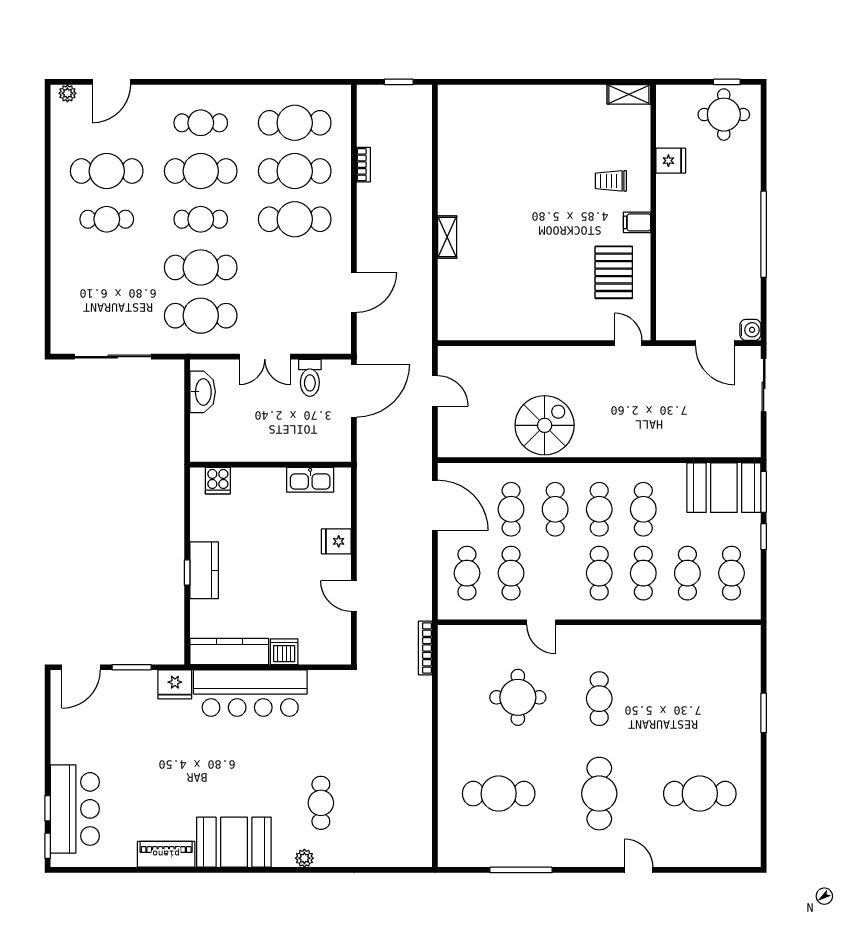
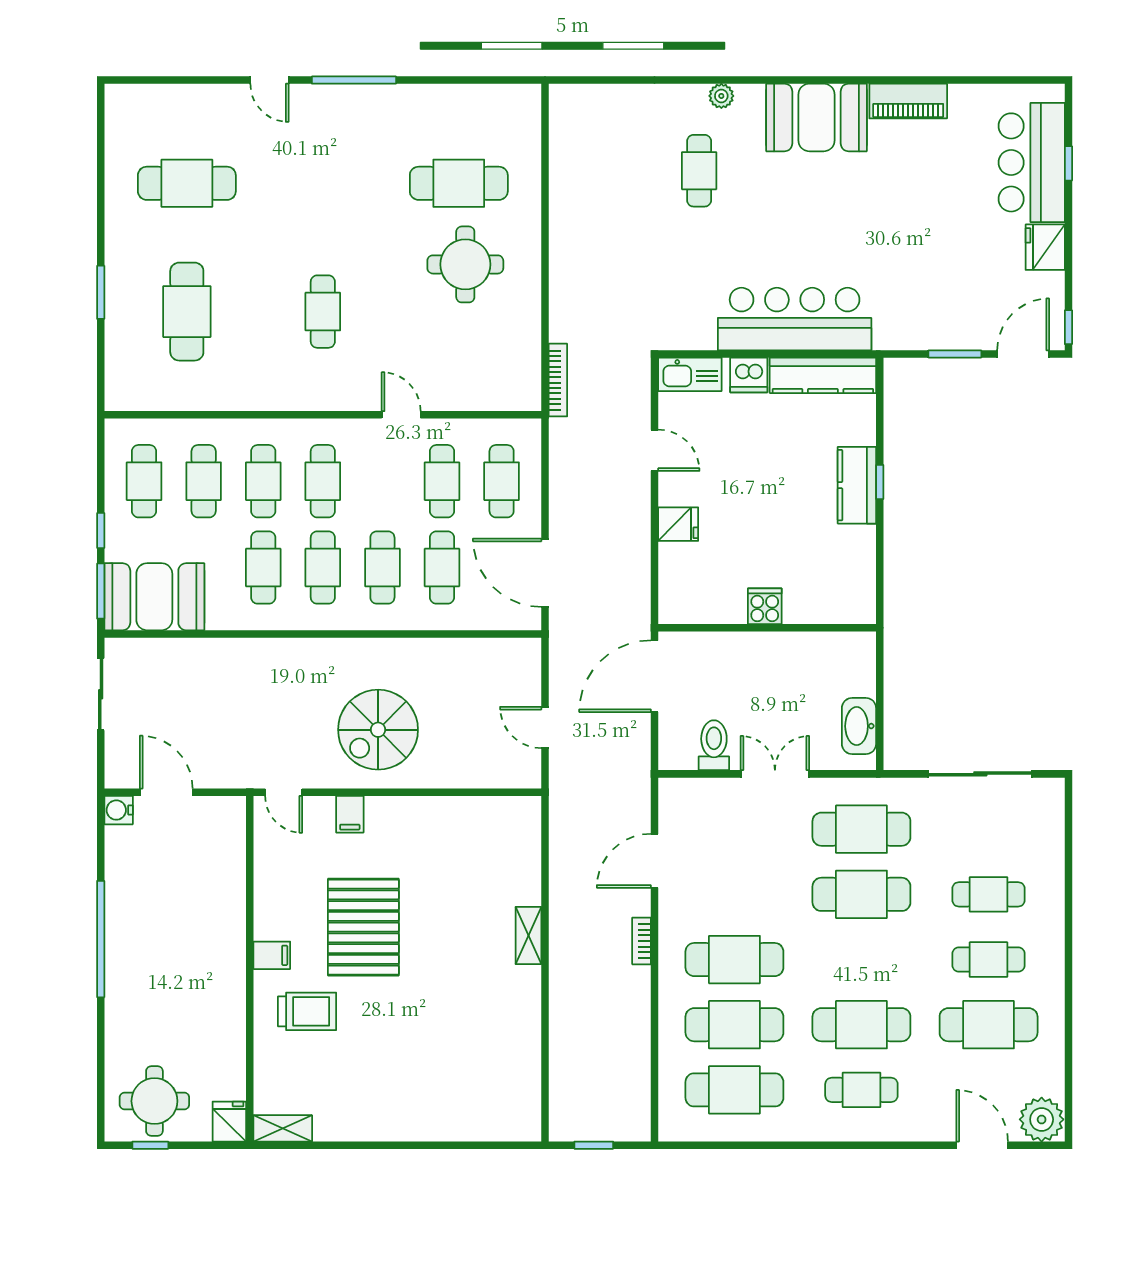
door: (111, 82) -> (982, 1145), hinge flipped
plant: (67, 93) -> (1042, 1119), width x1.87, depth x1.87
fridge: (671, 161) -> (229, 1122), moved, turned 90
bookcase: (363, 165) -> (642, 941), moved
trolley: (611, 181) -> (307, 1011), width x1.36, depth x1.39
cafe table: (201, 219) -> (989, 894), moved
pallet: (614, 272) -> (363, 927), moved, width x1.37, depth x1.41
filing cabinet: (579, 327) -> (350, 814), added
sliding door: (764, 385) -> (101, 694), moved
door: (354, 391) -> (655, 676), moved
spiral stairs: (545, 425) -> (378, 730), moved
kitchen sink: (310, 480) -> (690, 374), moved, turned 180
cooker: (218, 481) -> (765, 606), moved
fridge: (175, 684) -> (1045, 247), moved, turned -90
round table: (518, 697) -> (465, 264), moved
cafe table: (599, 794) -> (187, 312), moved
window: (48, 846) -> (1068, 327), moved
window: (521, 870) -> (354, 80), moved

